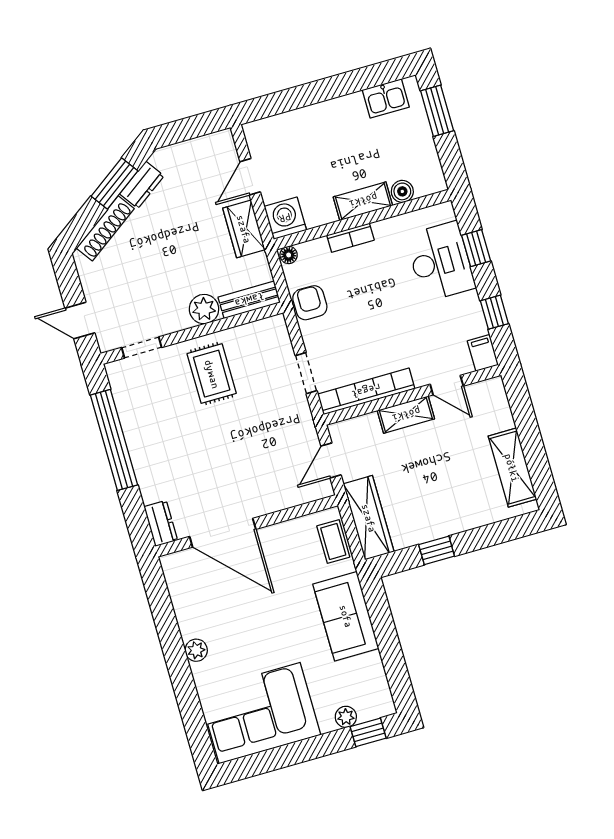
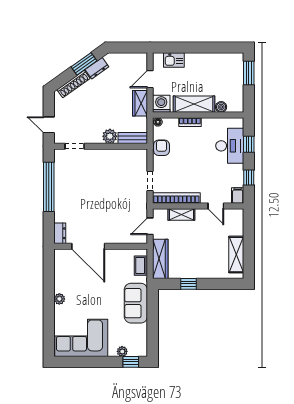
kitchen sink: (386, 98) -> (174, 60), moved
shelving: (363, 201) -> (194, 104), width x1.50, depth x1.33
rug: (212, 374) -> (105, 168), removed
shelving: (406, 415) -> (181, 215), moved

